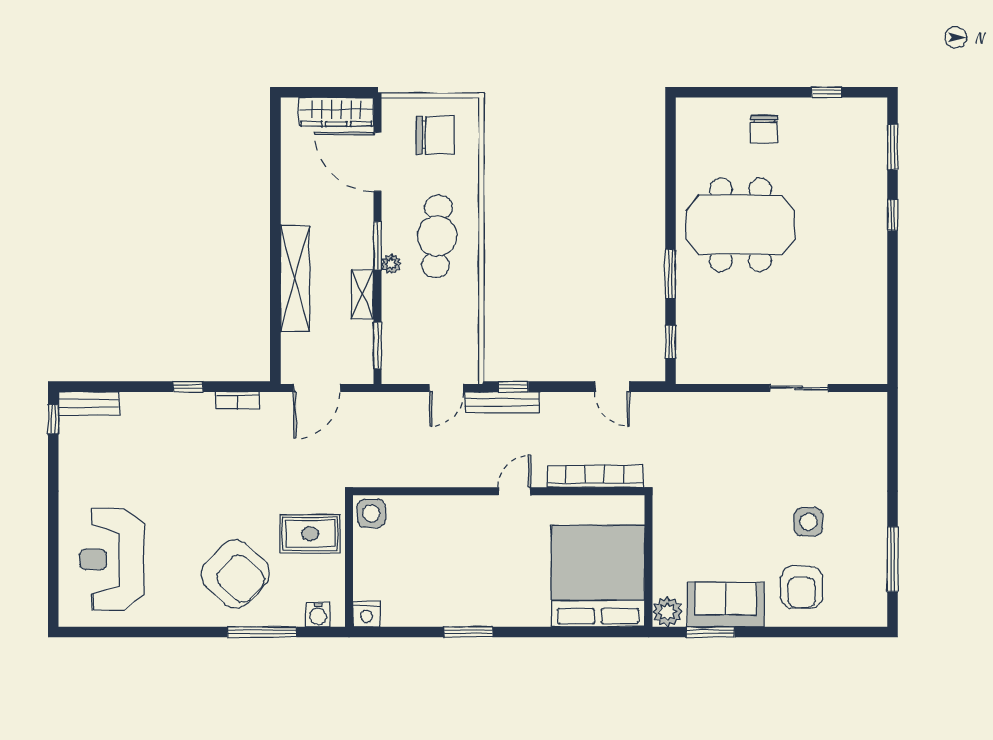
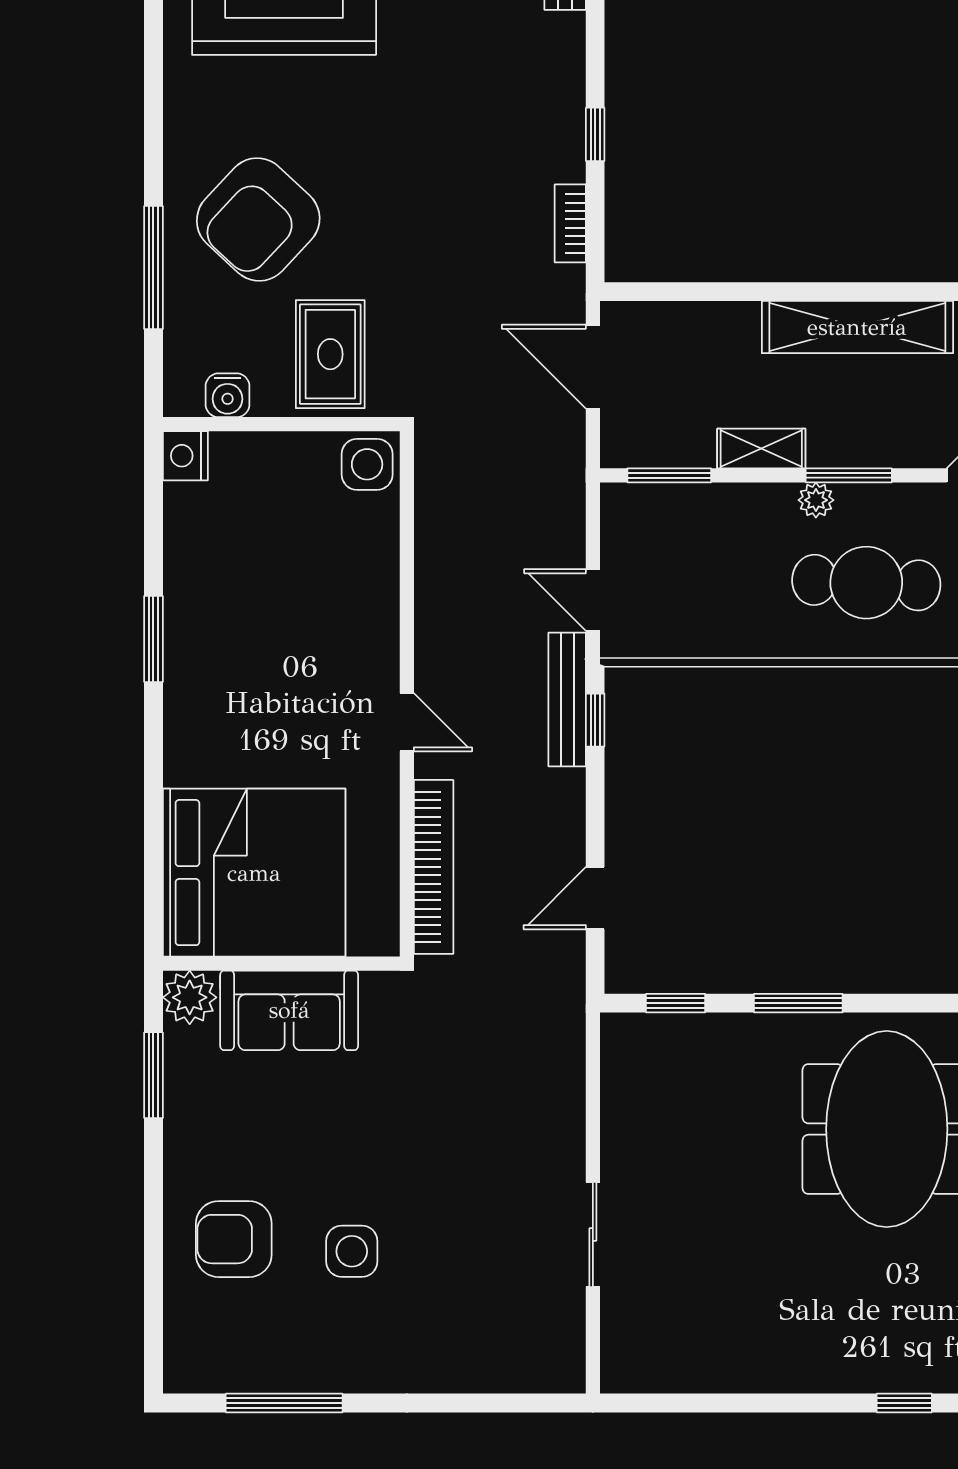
shelving: (295, 278) -> (857, 327), moved
sofa: (726, 605) -> (289, 1010), moved, turned 90
water cooler: (318, 615) -> (228, 395), moved, turned -90

